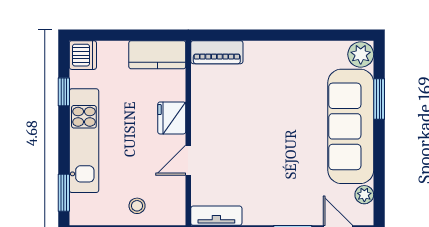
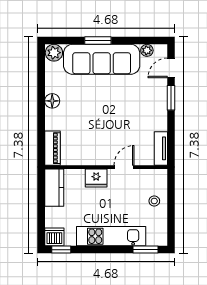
floor lamp: (288, 52) -> (52, 101), added
window: (64, 92) -> (61, 250), moved
window: (379, 99) -> (98, 41), moved
door: (188, 160) -> (124, 167), swing flipped

